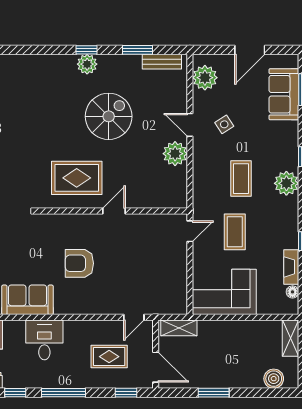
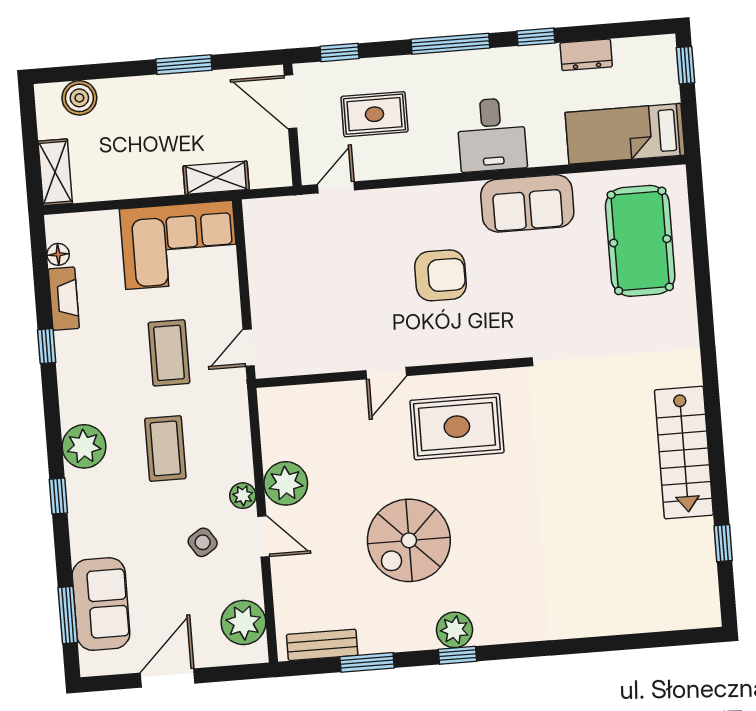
plant: (200, 149) -> (243, 496), added
shelving: (179, 328) -> (216, 178), moved

